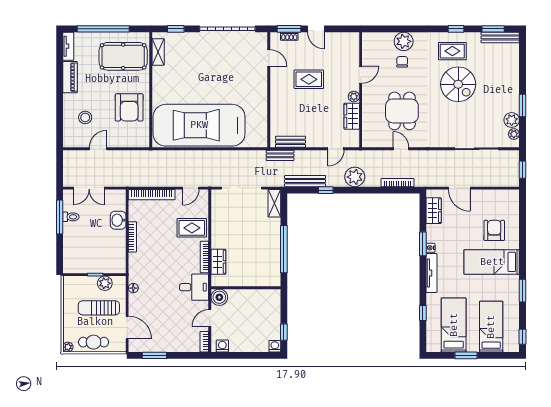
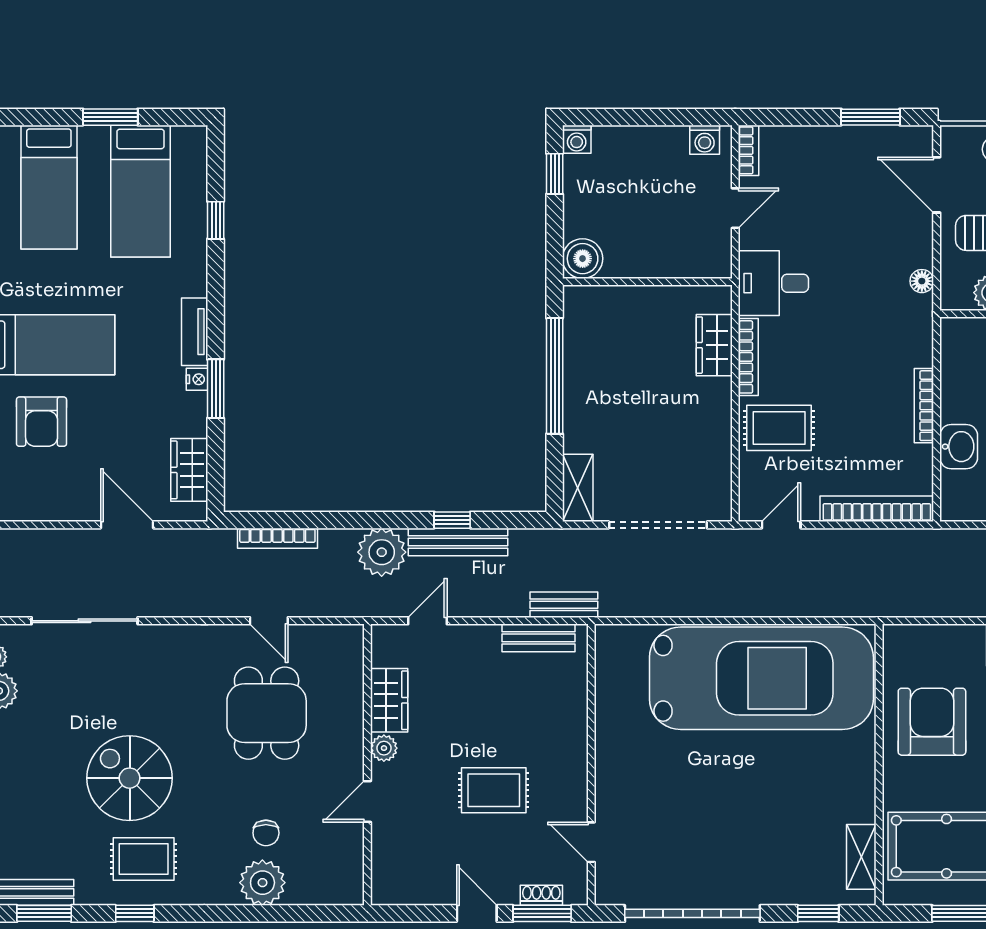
bench: (305, 181) -> (458, 542), moved
tv unit: (431, 273) -> (195, 332), width x0.71
boiler: (219, 297) -> (583, 259), moved

